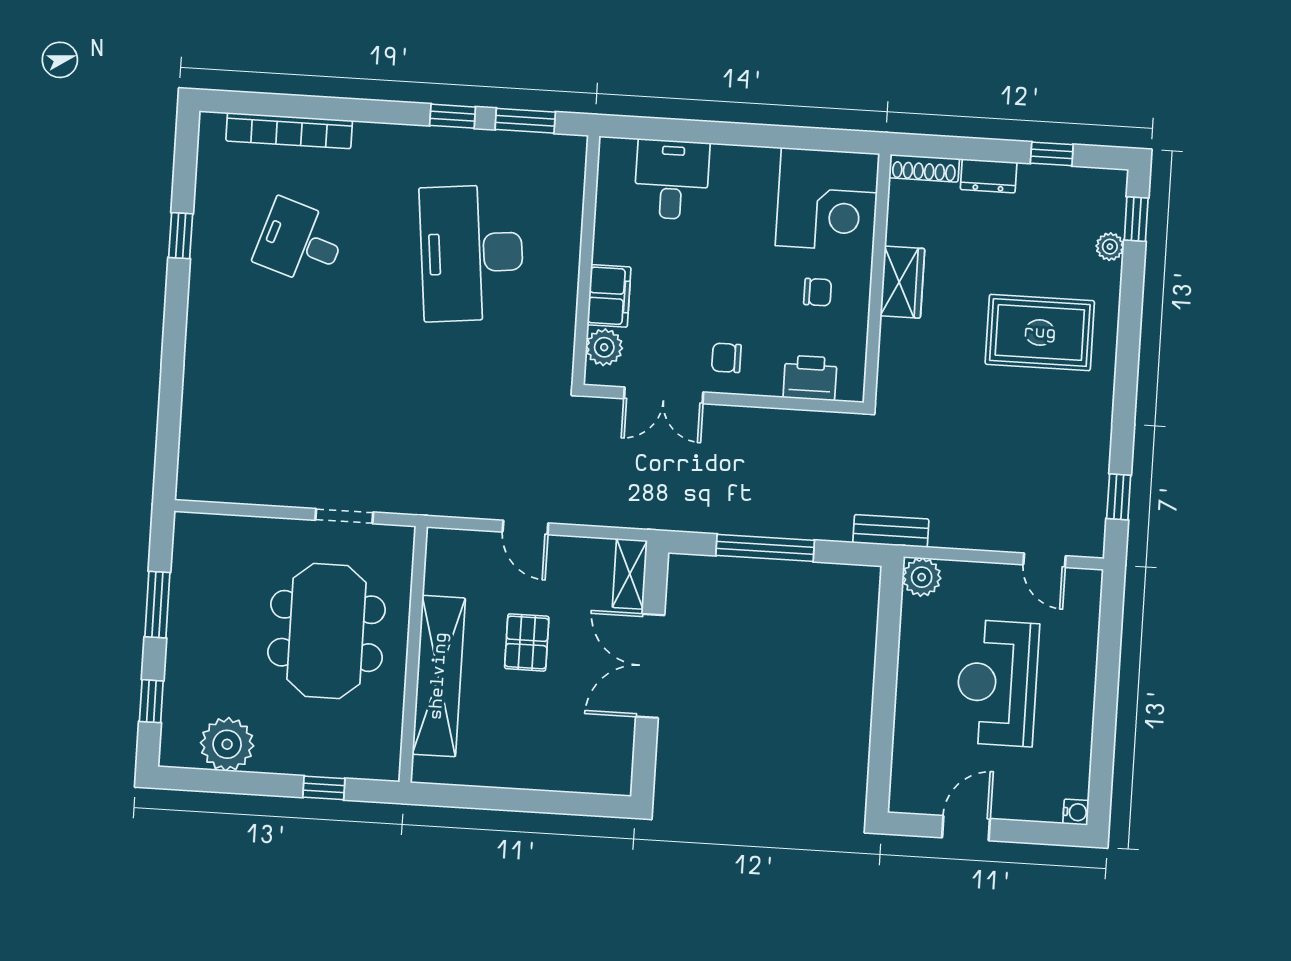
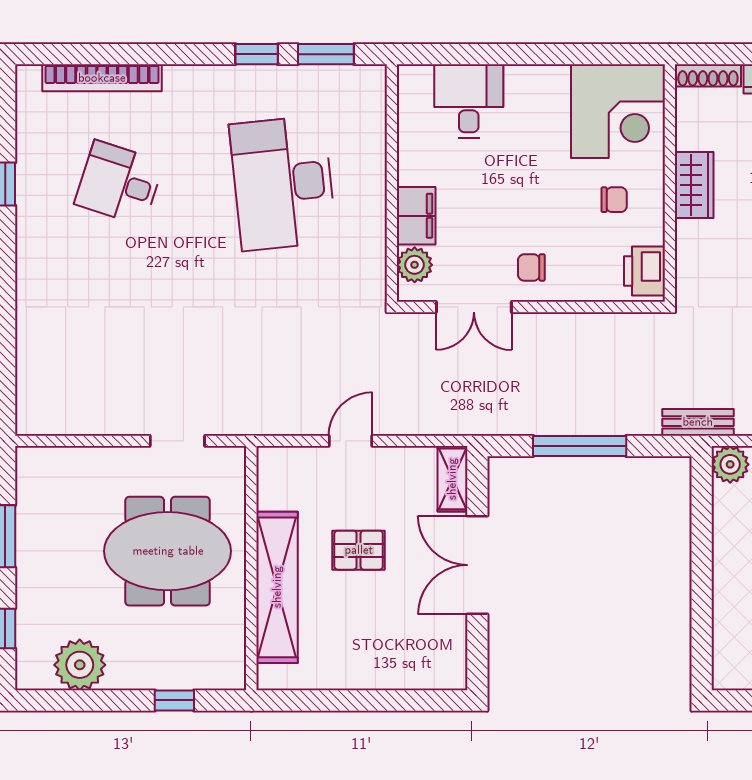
printer: (810, 378) -> (644, 271), moved, turned -90
door: (525, 528) -> (350, 441), swing flipped
meeting table: (327, 631) -> (168, 551), turned 90
pallet: (527, 642) -> (359, 550), turned 90

